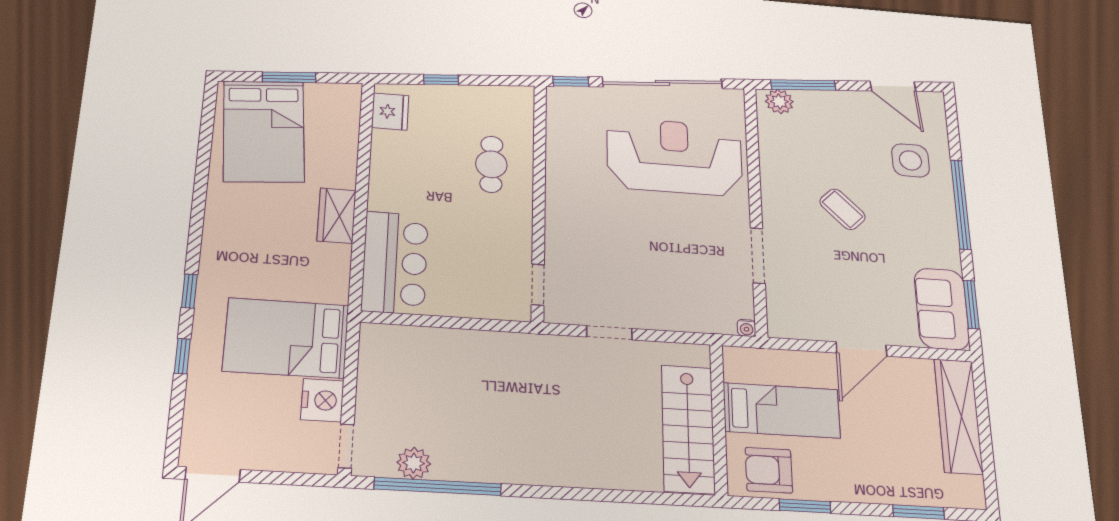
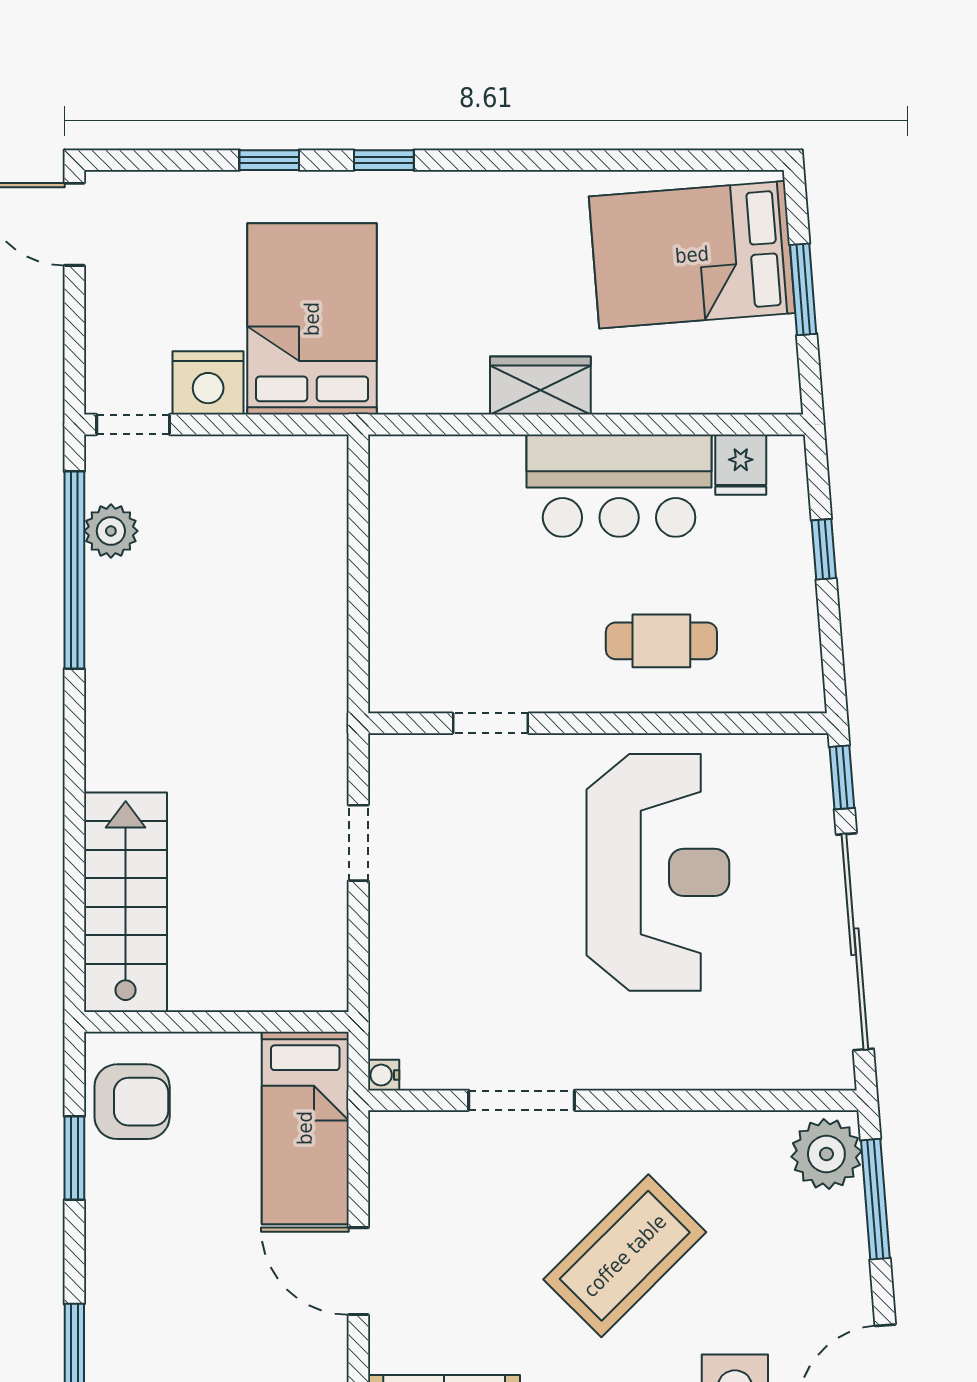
plant: (779, 102) -> (826, 1154), width x1.36, depth x1.36
fridge: (390, 112) -> (741, 465), width x0.72
reception desk: (675, 157) -> (658, 872), moved
coffee table: (842, 209) -> (625, 1256), width x1.86, depth x1.72
bar counter: (395, 263) -> (619, 486), moved
doorway: (538, 285) -> (491, 723), moved
bed: (782, 410) -> (305, 1128), moved
stairs: (688, 429) -> (126, 902), moved, turned 90
armchair: (769, 470) -> (132, 1102), turned 90

